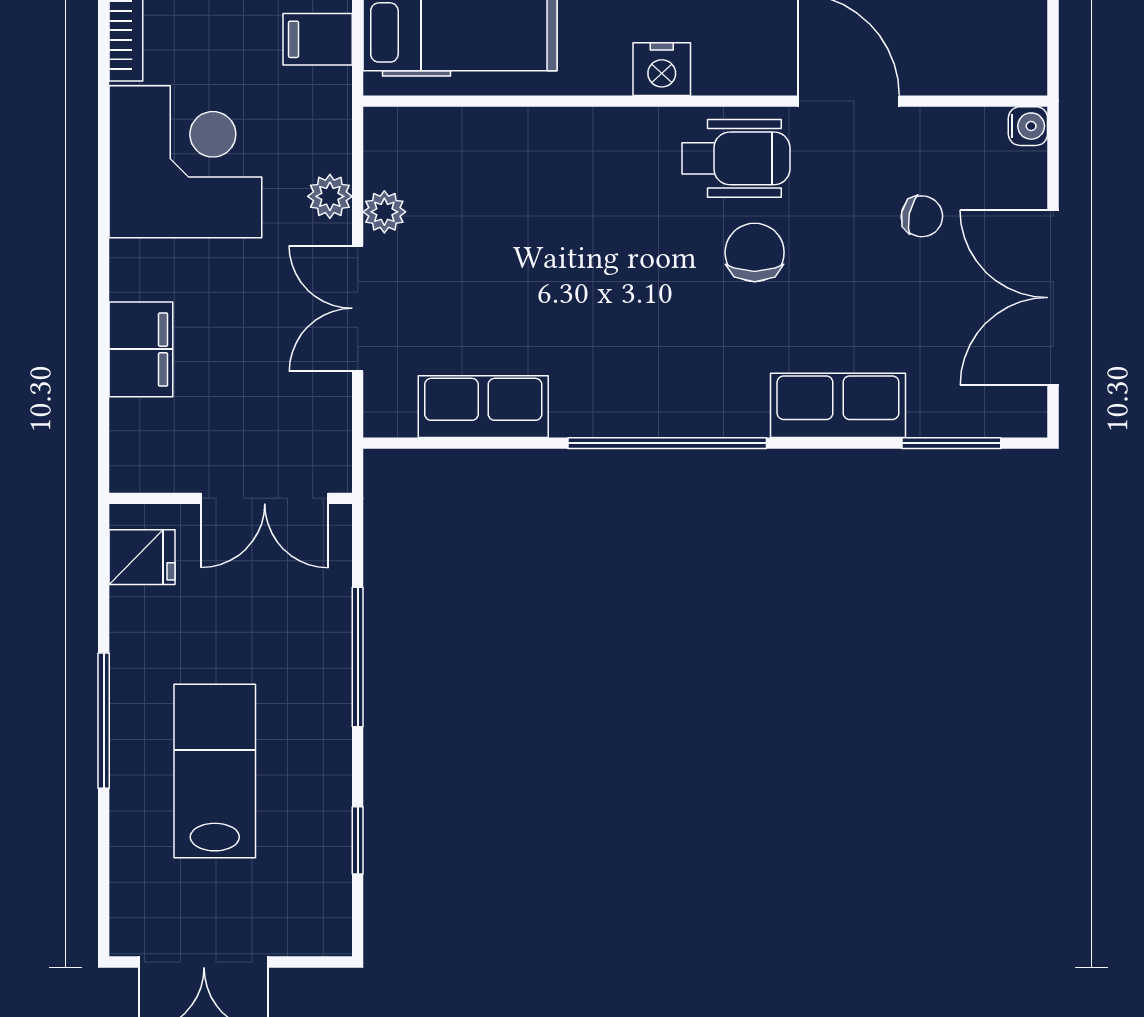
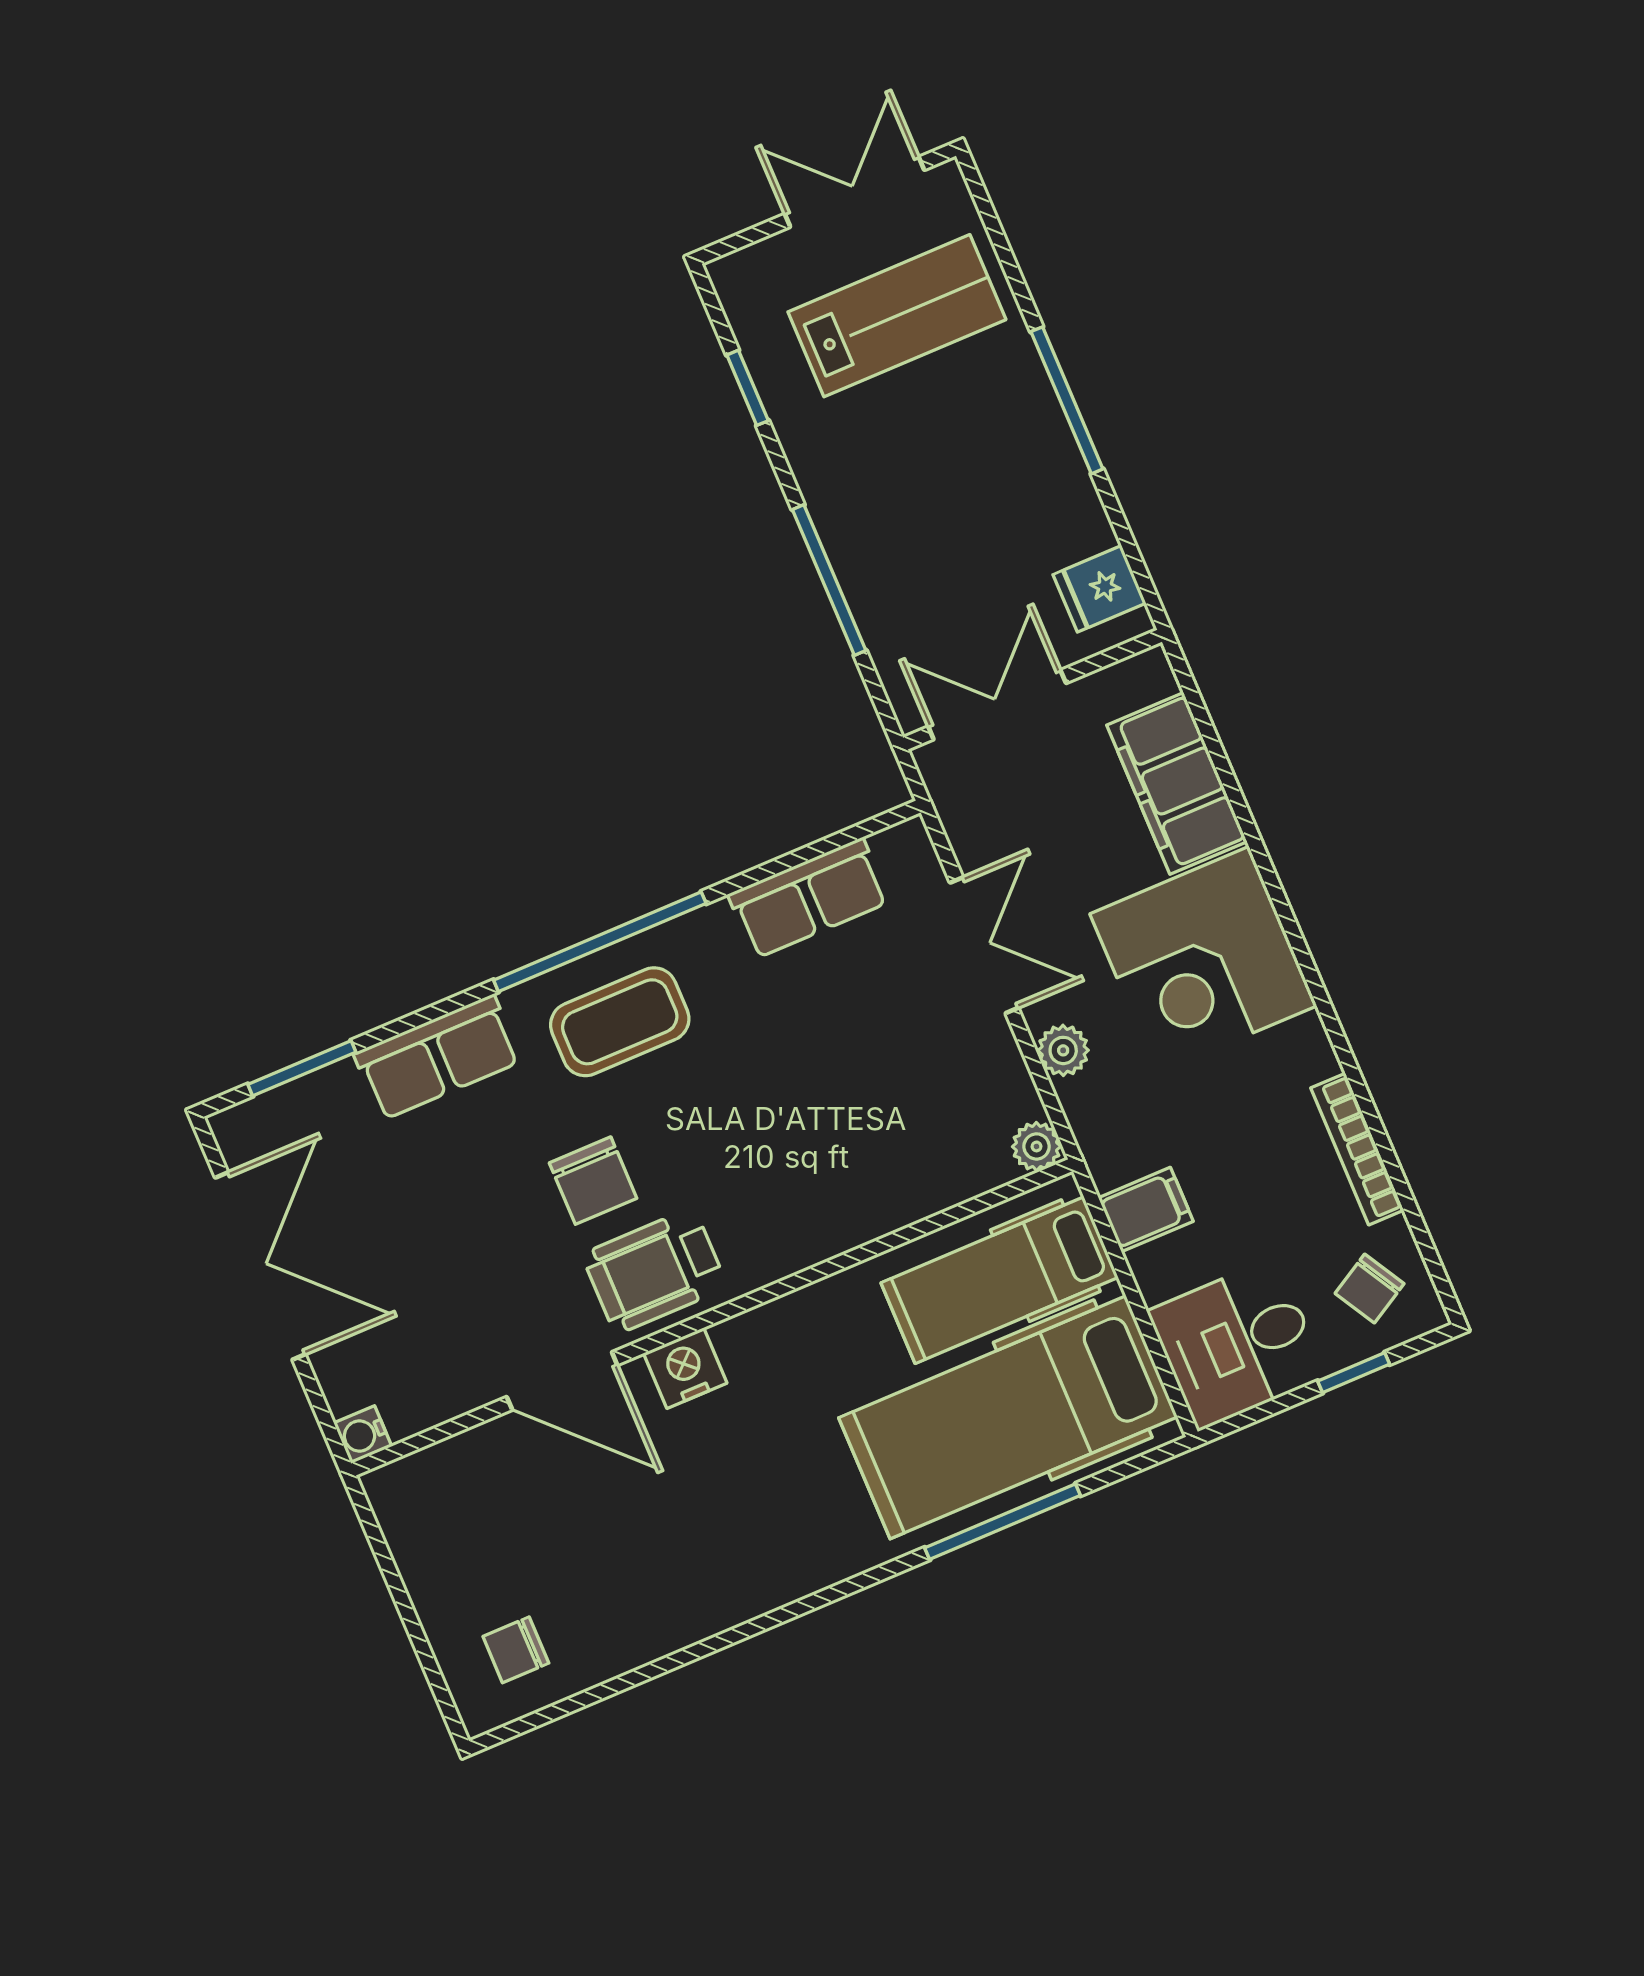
nightstand: (662, 69) -> (685, 1368), moved
corner desk: (185, 162) -> (1203, 960), moved
plant: (384, 212) -> (1037, 1146), moved
chair: (922, 216) -> (434, 1293), removed
filing cabinet: (141, 349) -> (1177, 783), width x1.50, depth x1.17
coffee table: (679, 372) -> (620, 1022), added
lab bench: (215, 771) -> (897, 316), moved, turned -90

